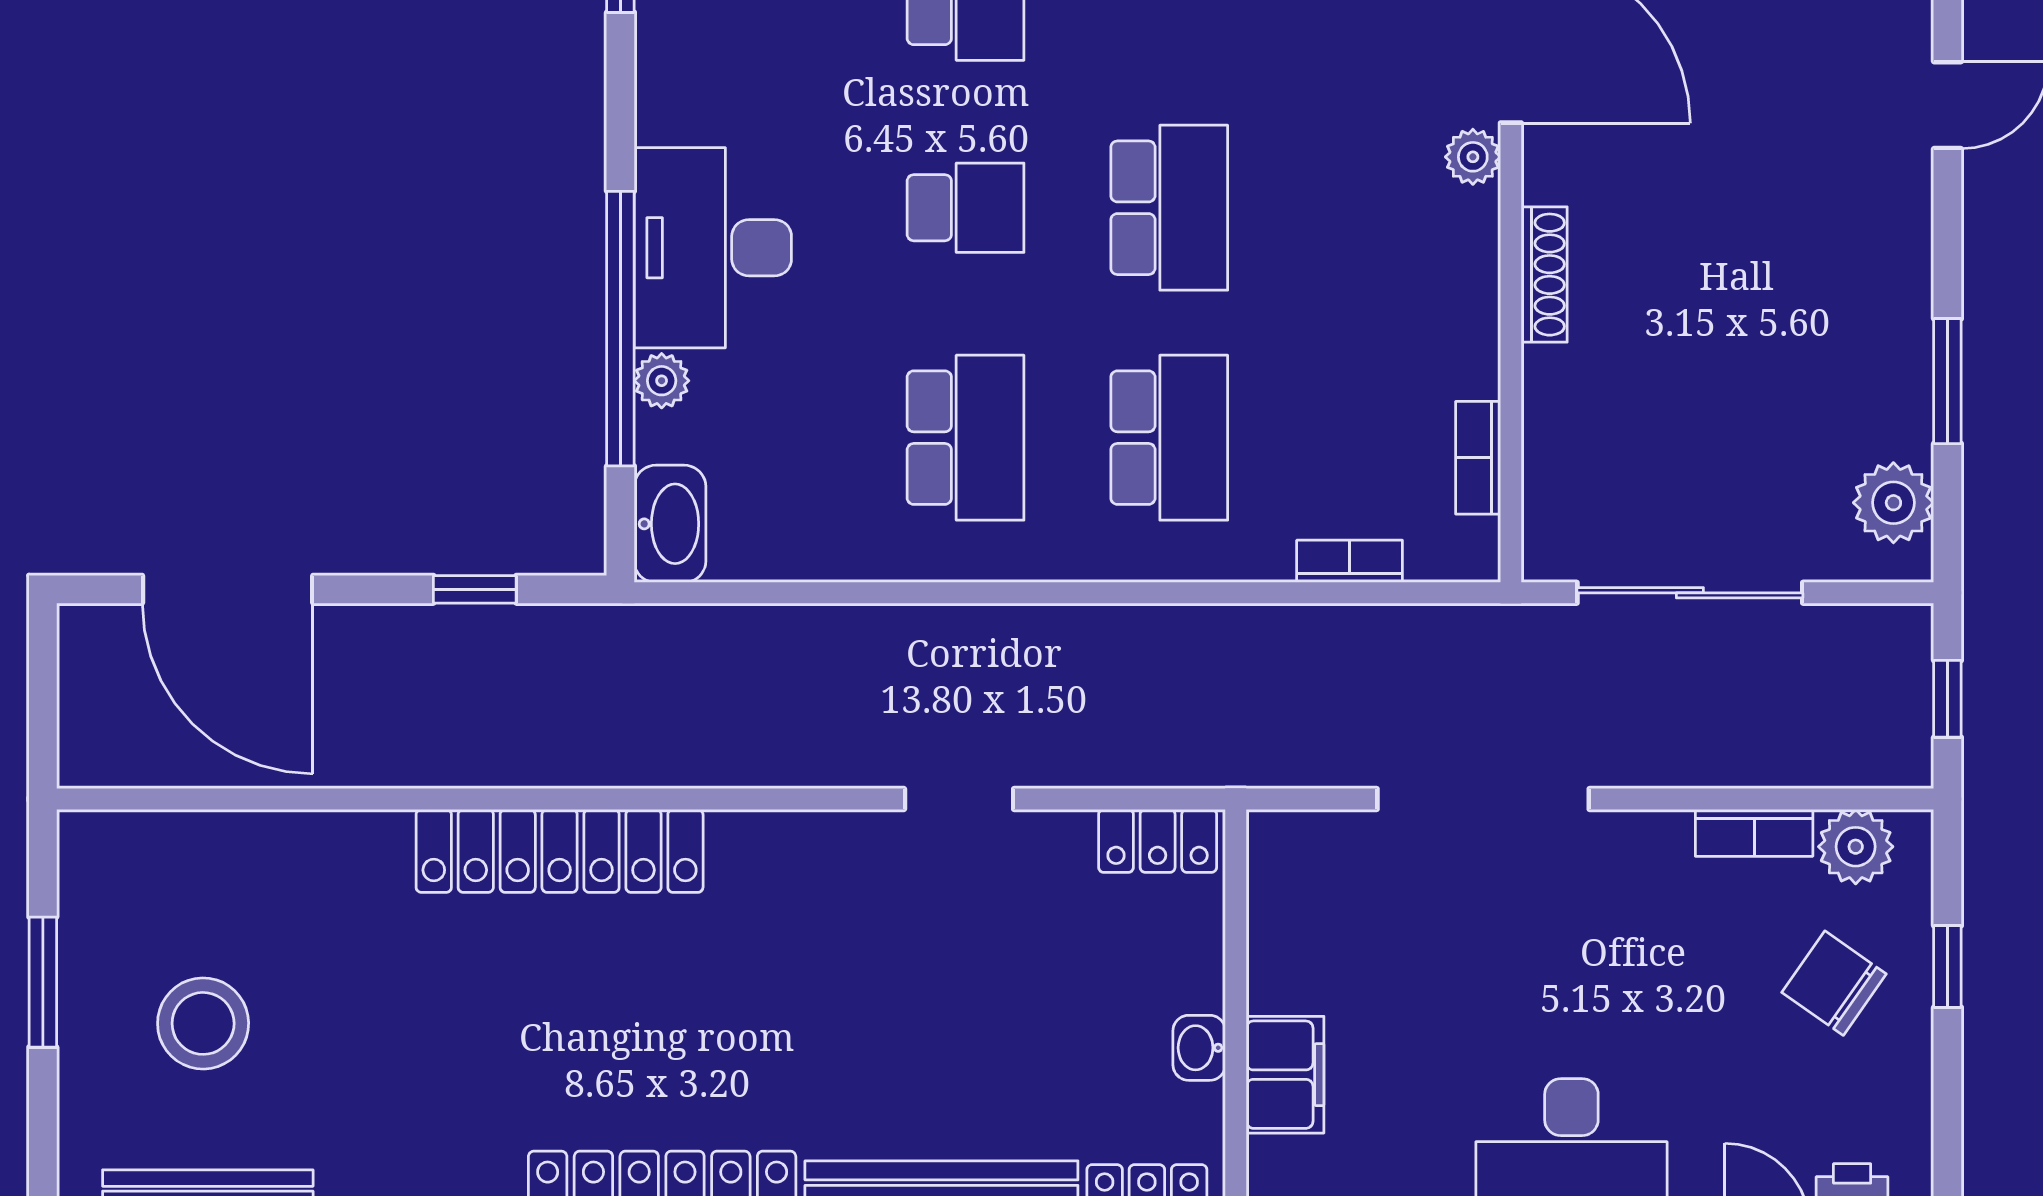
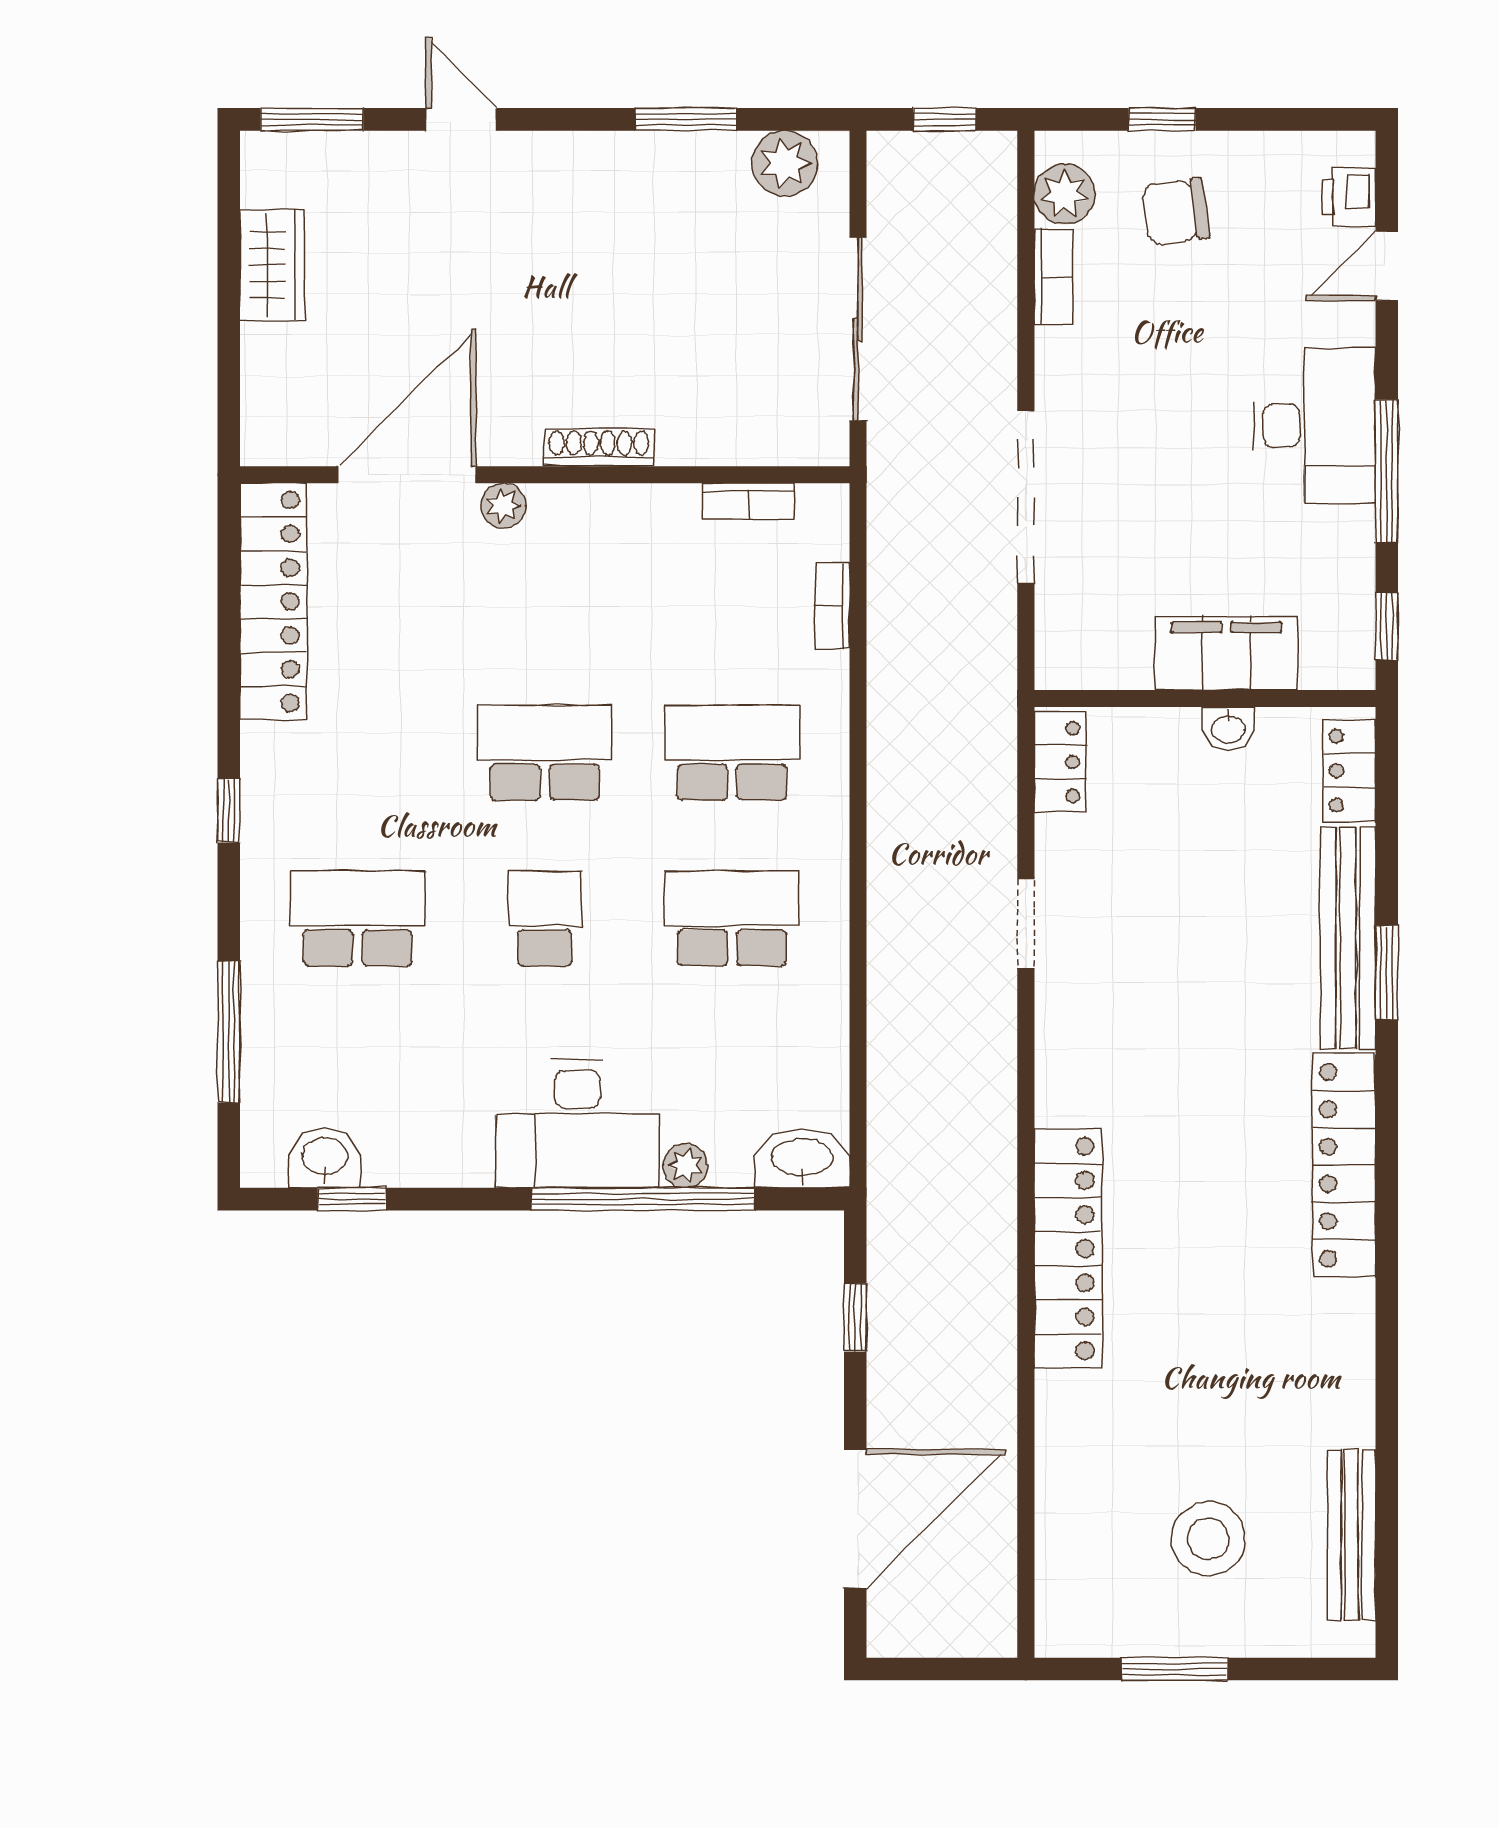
chair: (1834, 983) -> (1176, 212), turned 47
filing cabinet: (1285, 1075) -> (1226, 653), width x1.50, depth x1.17

